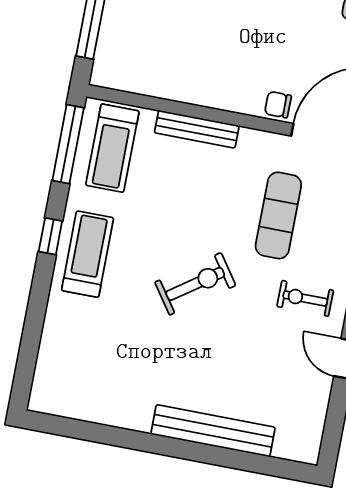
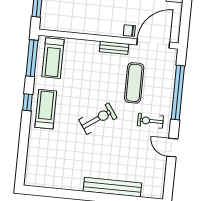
bench: (197, 129) -> (114, 48), moved, width x0.73

